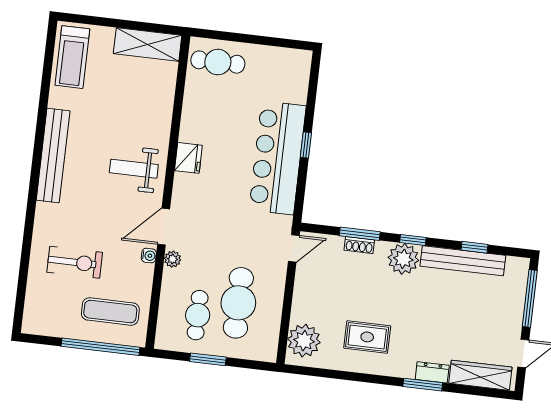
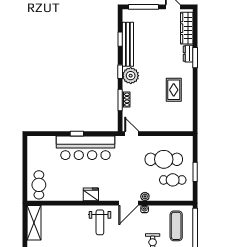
door: (164, 227) -> (128, 203), hinge flipped
plant: (304, 341) -> (180, 123), removed

